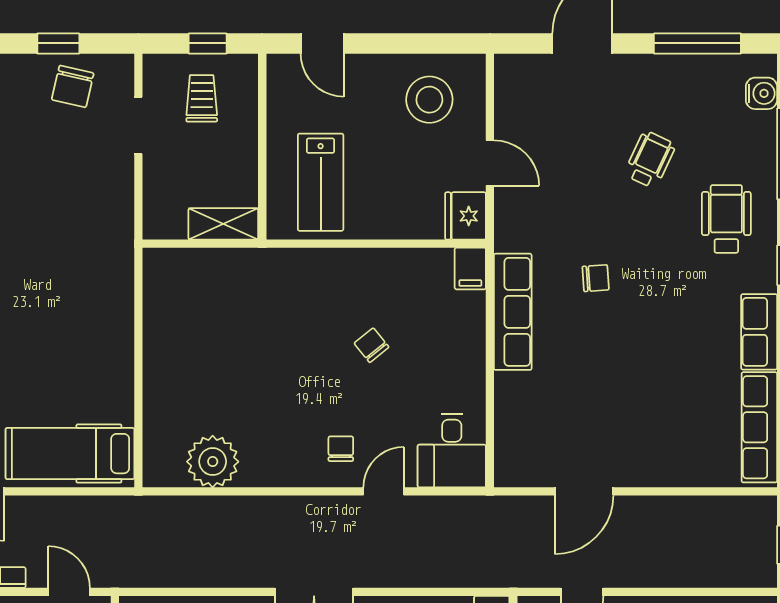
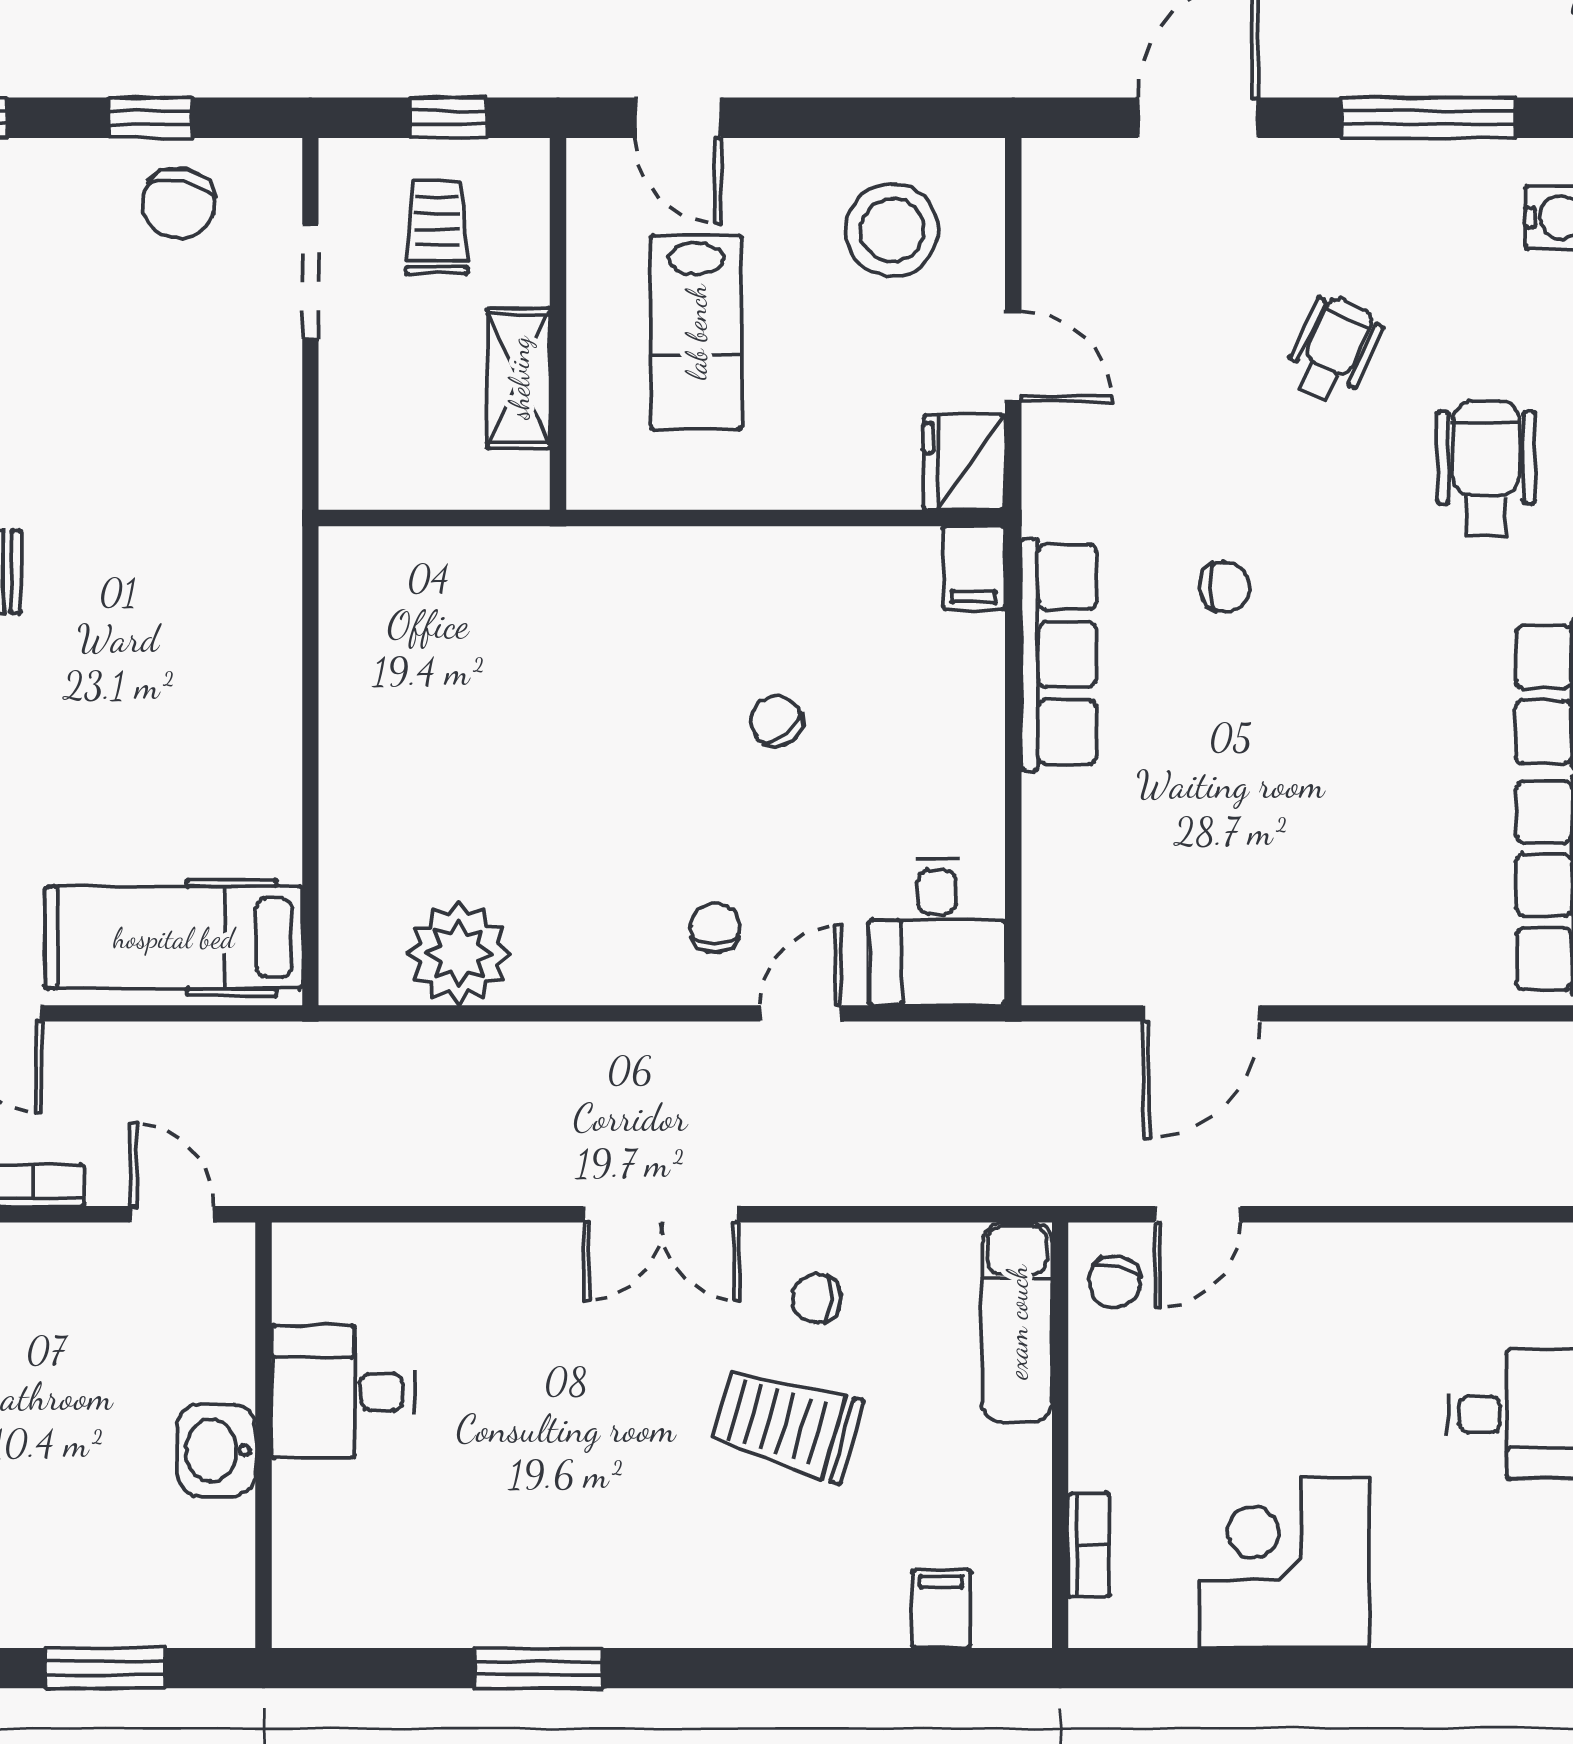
lab bench: (321, 182) -> (696, 332), moved
shelving: (223, 224) -> (519, 378), moved, turned 90

